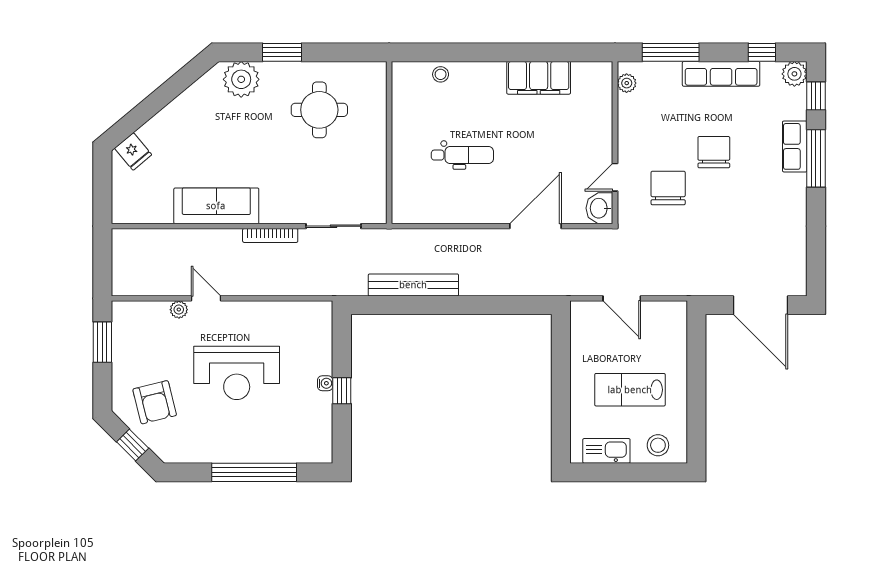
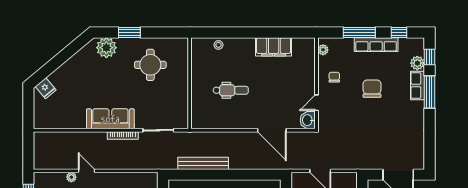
window: (671, 52) -> (359, 33), moved
plant: (794, 74) -> (417, 63), moved
chair: (668, 188) -> (334, 77), moved, width x0.54, depth x0.54
sofa: (216, 206) -> (110, 119), moved
door: (536, 226) -> (272, 130), swing flipped

